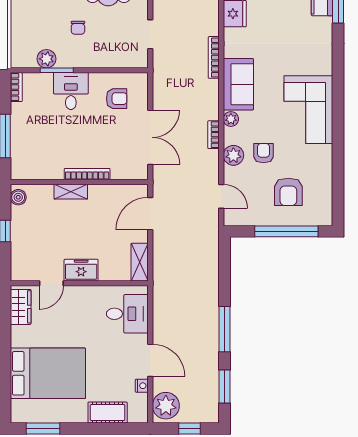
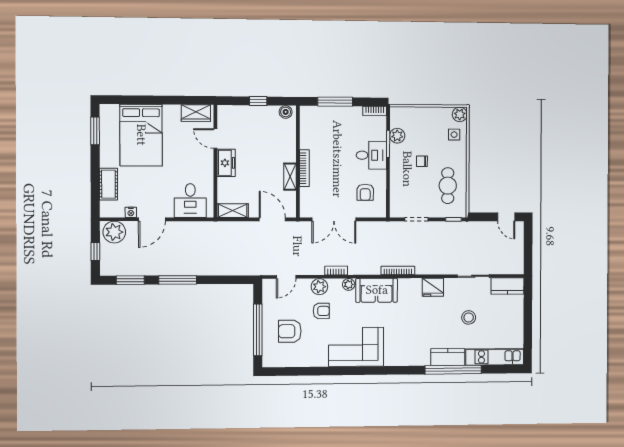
shelving: (71, 192) -> (290, 177), moved

